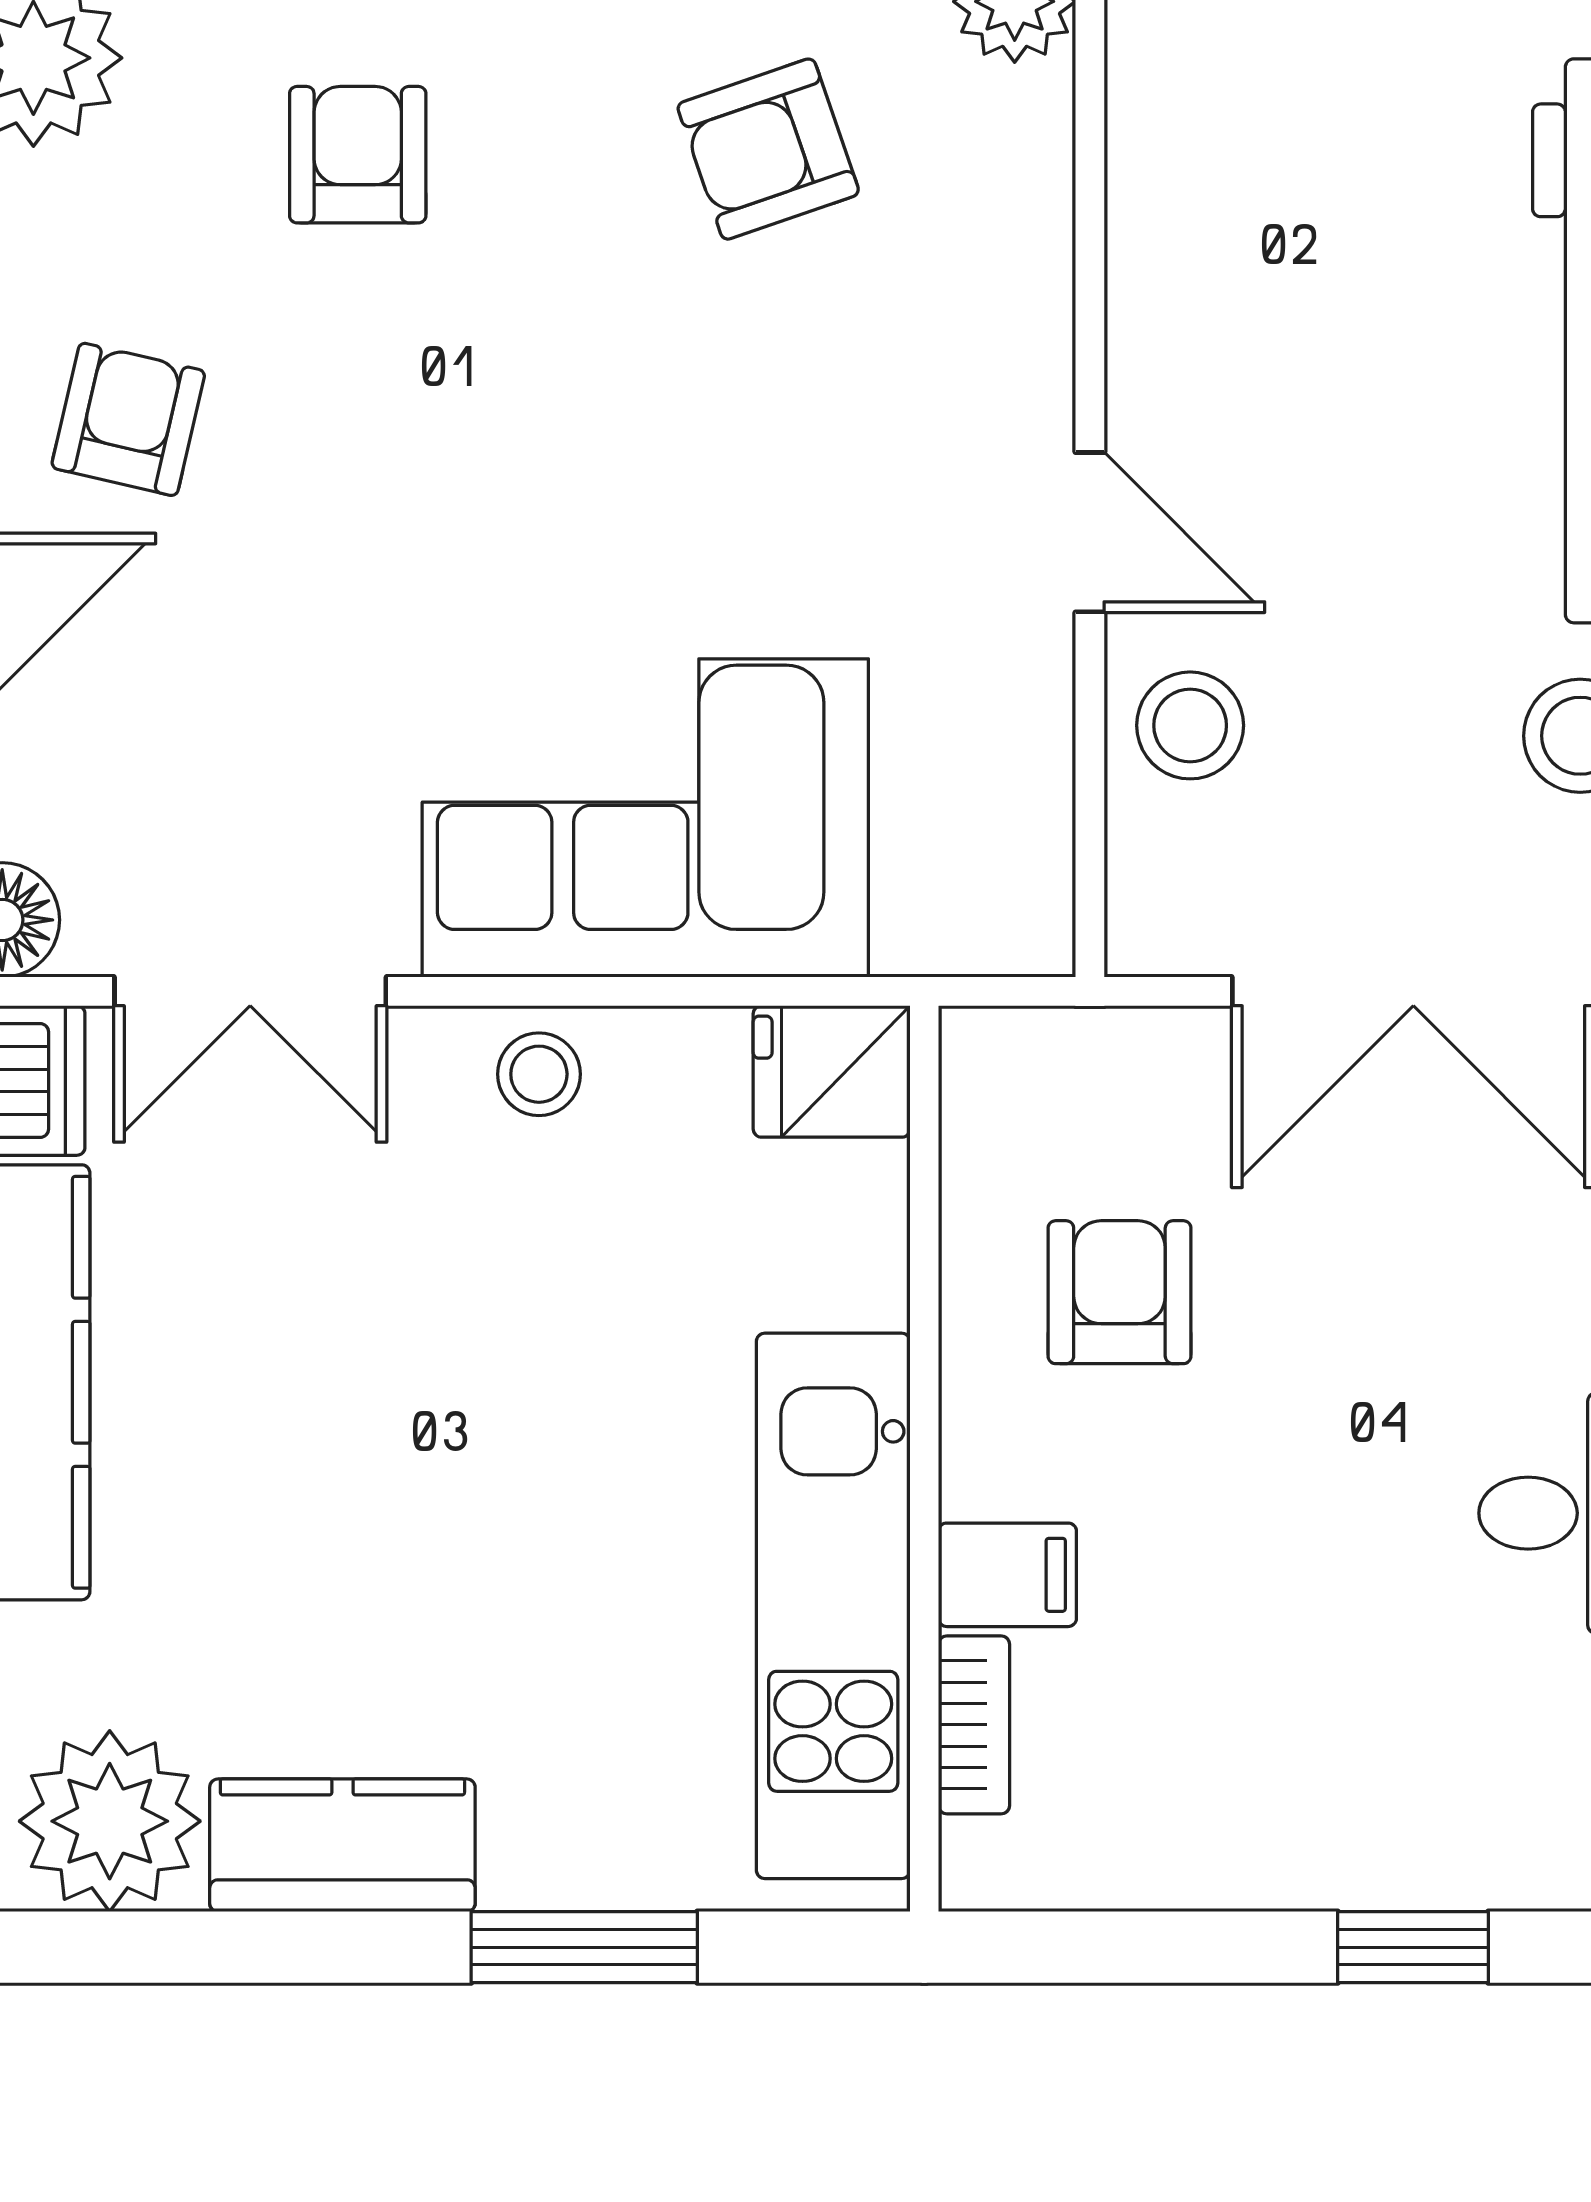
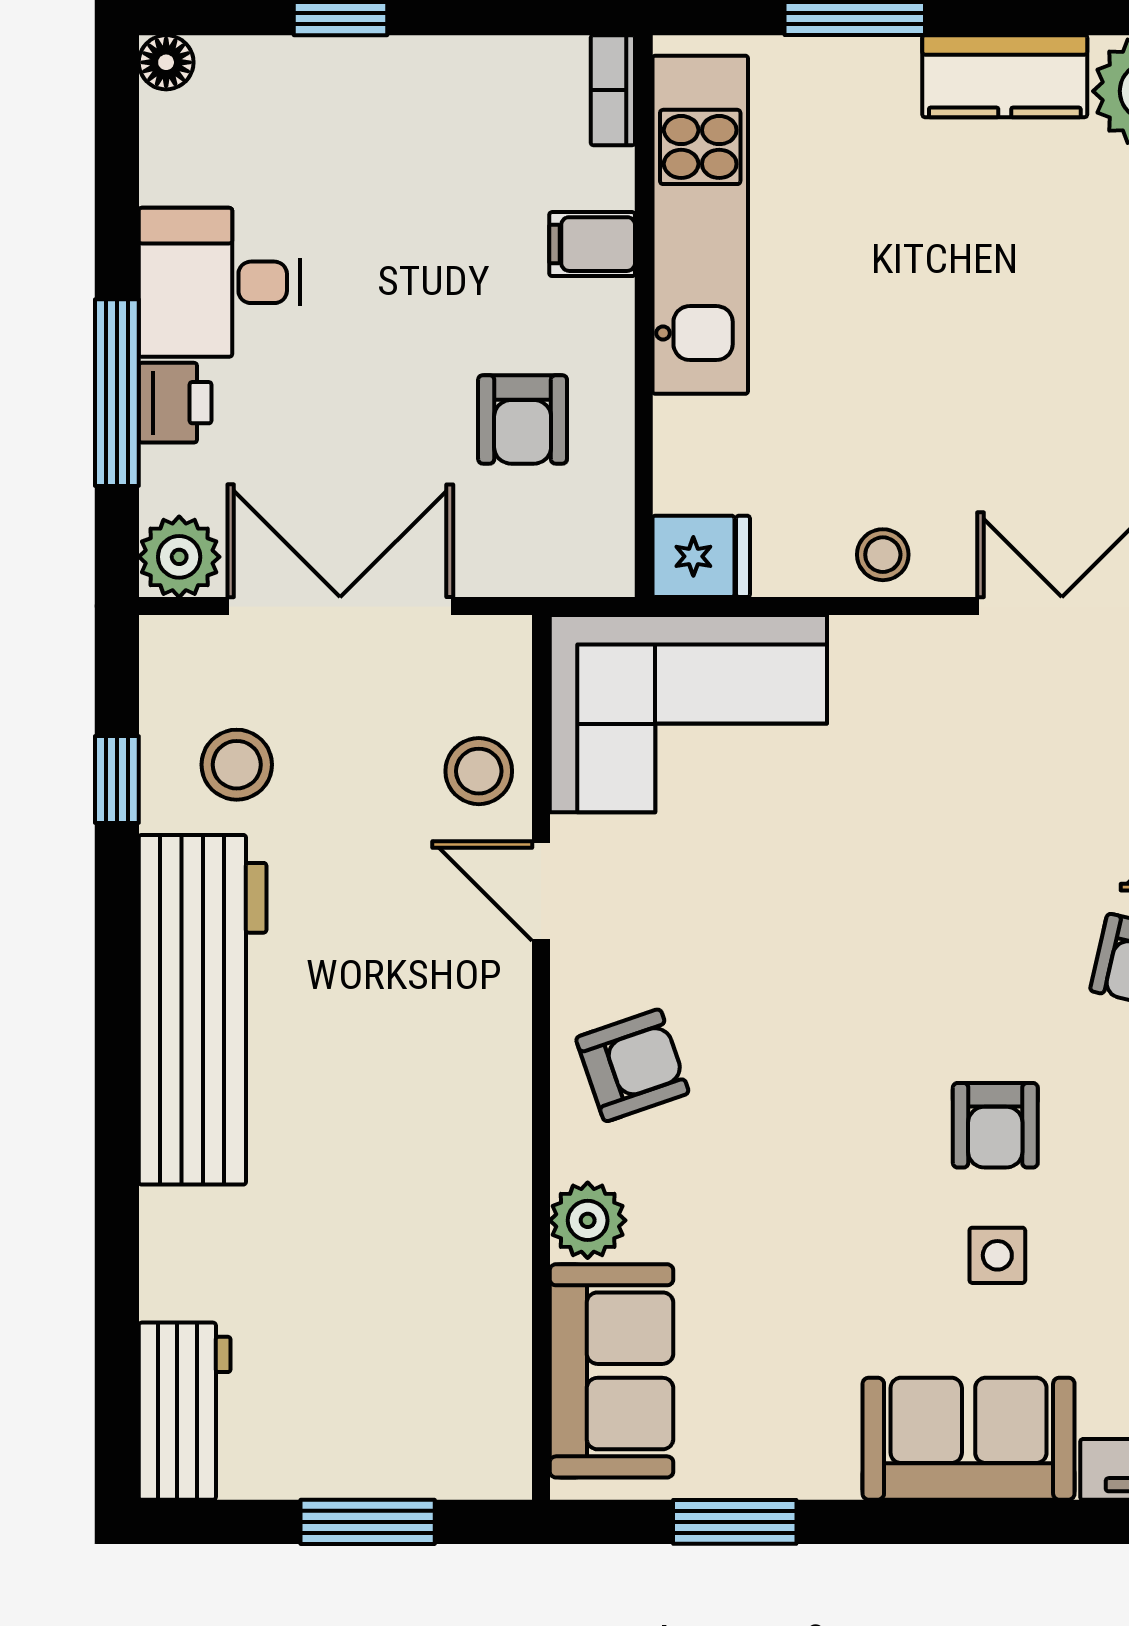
armchair: (768, 149) -> (632, 1065), moved
corner sofa: (645, 818) -> (688, 714), moved
bookcase: (974, 1725) -> (613, 90), moved

